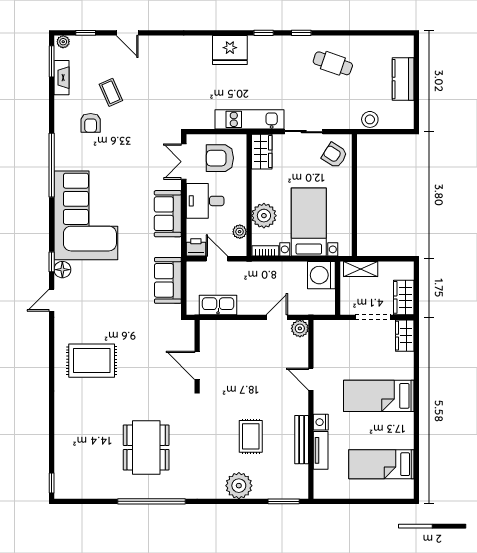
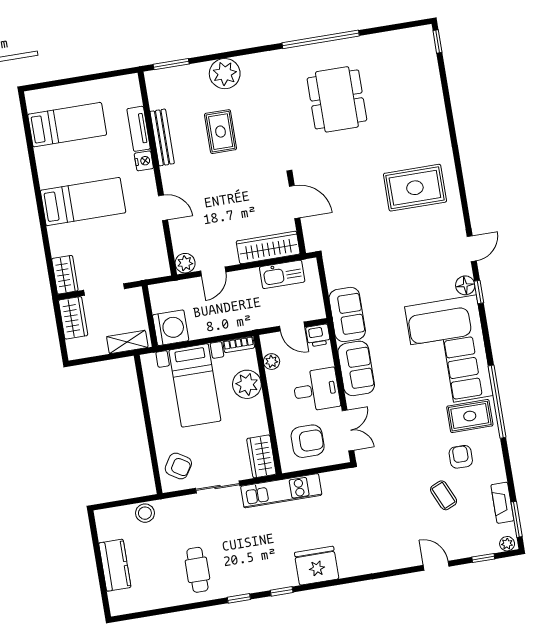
cafe table: (333, 63) -> (197, 570), turned 71
rug: (77, 157) -> (470, 416), added
sofa: (168, 280) -> (347, 315), moved
wardrobe: (226, 330) -> (268, 247), added

